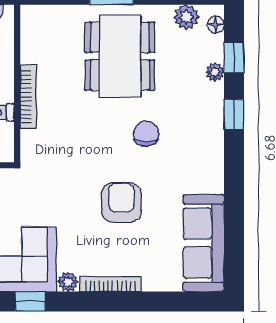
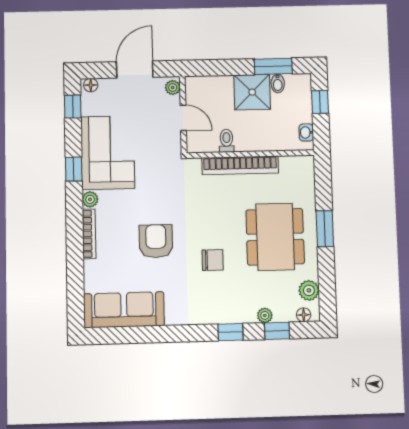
dining table: (120, 56) -> (275, 237), turned 90
bookcase: (28, 97) -> (240, 165), width x1.48, depth x1.31
armchair: (121, 202) -> (156, 241), turned -90

